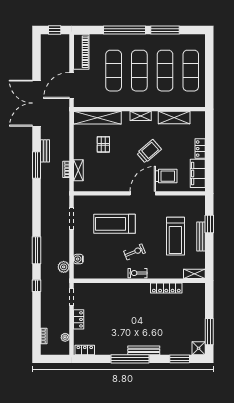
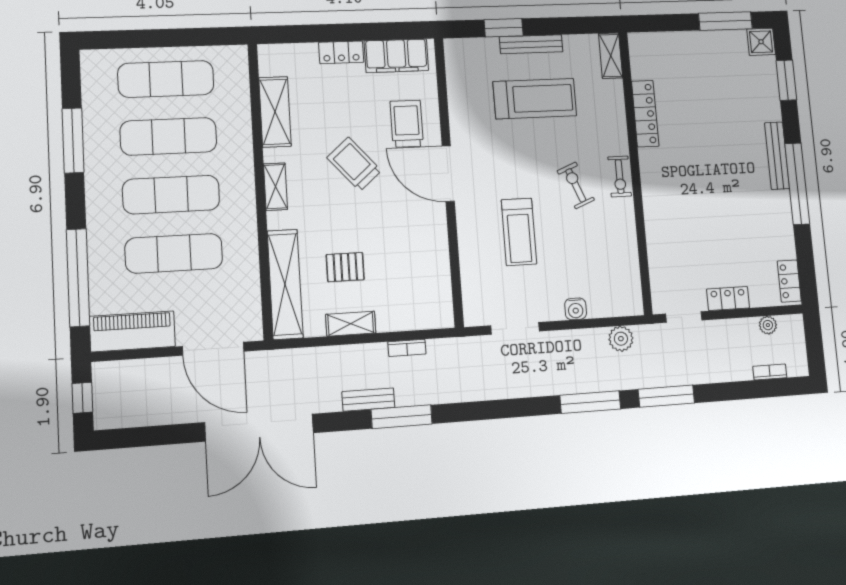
window: (125, 30) -> (78, 278), moved
shelving: (78, 170) -> (351, 324), moved
treadmill: (115, 224) -> (519, 232), width x0.73, depth x0.73
water cooler: (78, 259) -> (576, 309), moved
window: (37, 286) -> (666, 396), width x2.17

